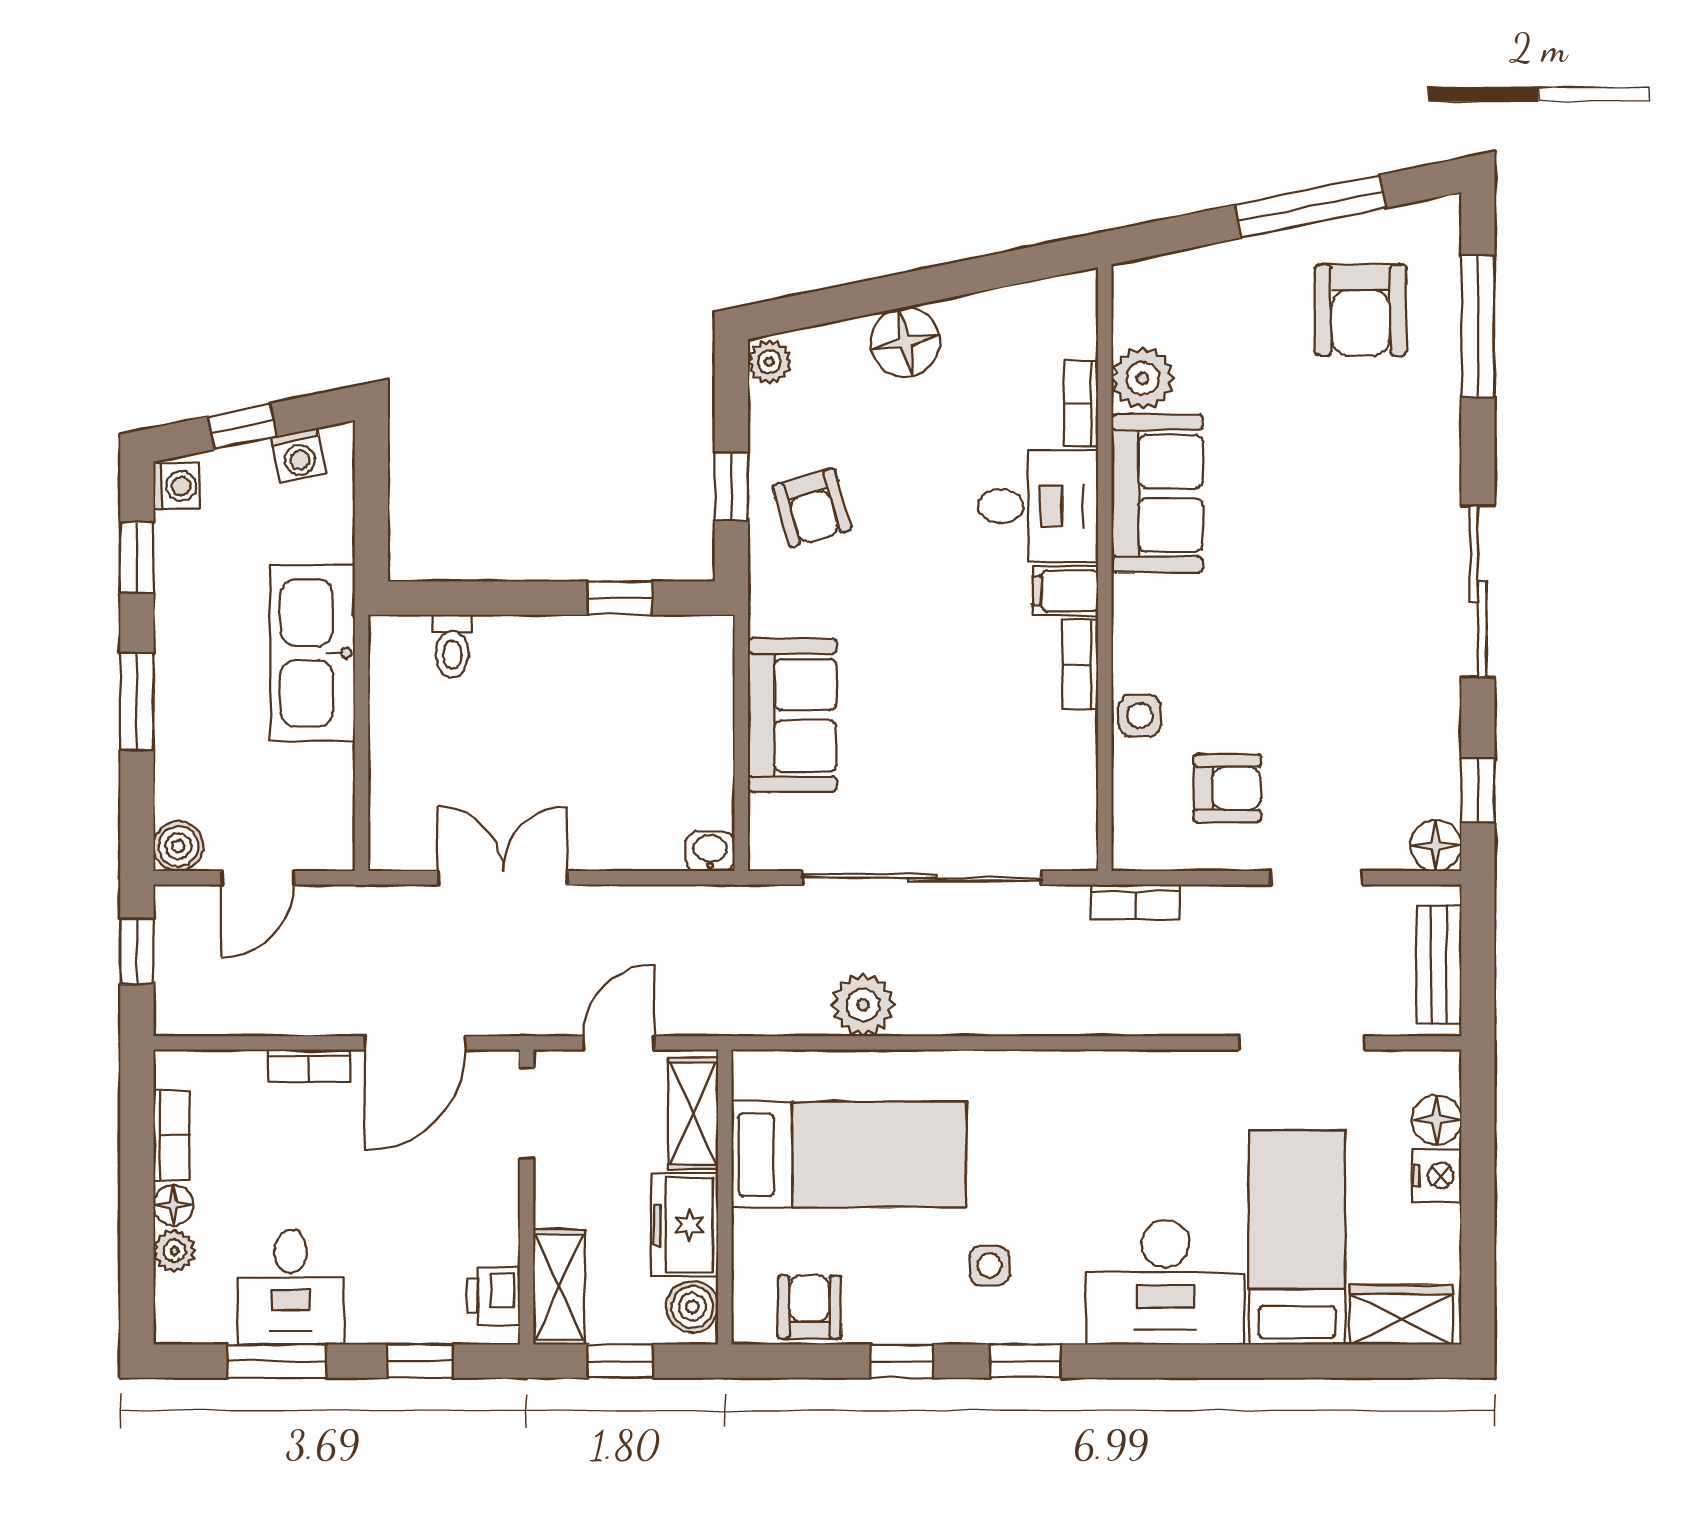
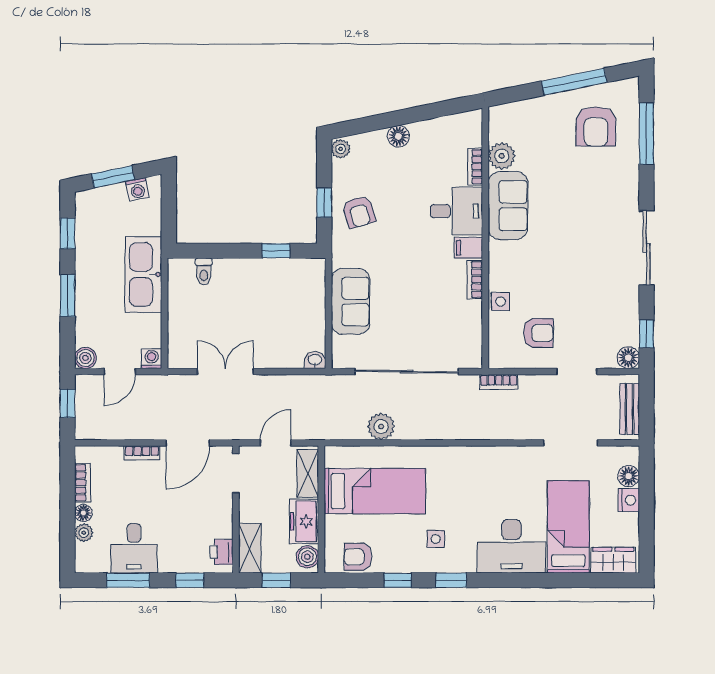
floor lamp: (905, 342) -> (398, 136), width x0.73, depth x0.73
window: (242, 426) -> (113, 177), width x1.50
washing machine: (176, 486) -> (152, 359), moved, turned -90
armchair: (810, 1307) -> (358, 557), turned -90

